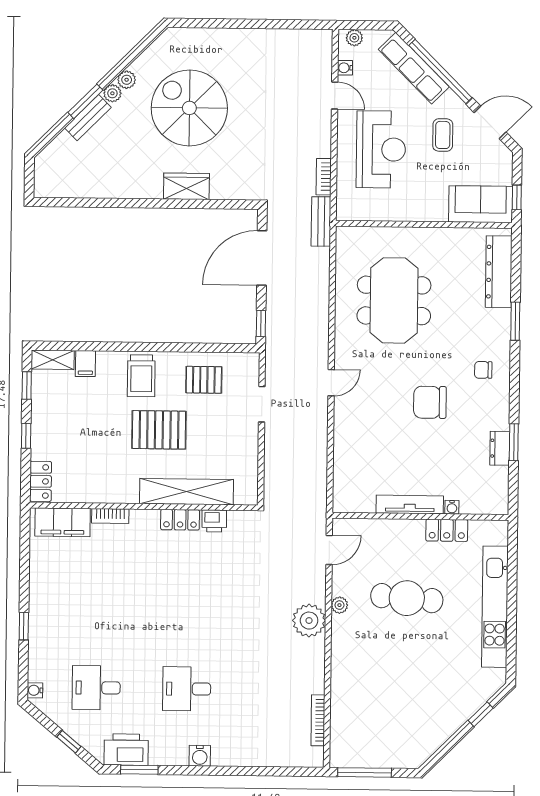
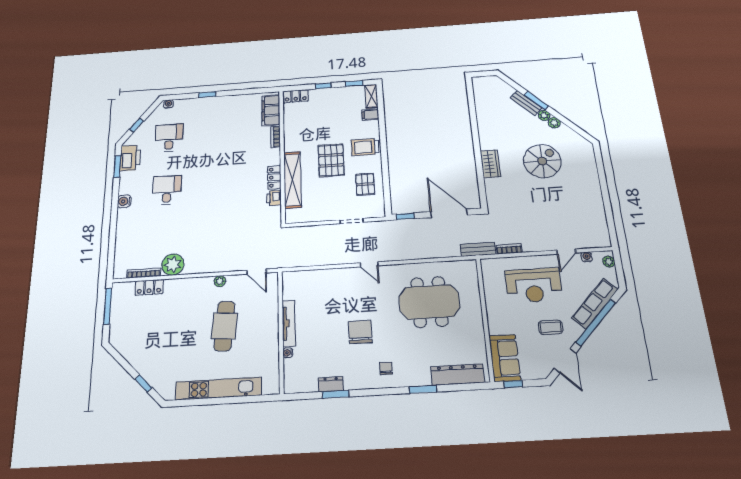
spiral stairs: (189, 108) -> (542, 161), width x0.73, depth x0.73
locker: (447, 530) -> (149, 287), moved, turned -90
plant: (309, 621) -> (173, 265), moved

